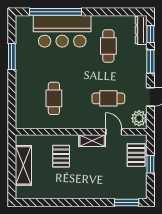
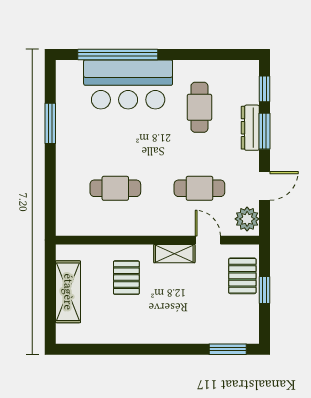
dresser: (141, 30) -> (250, 128), moved
cafe table: (54, 98) -> (115, 188), turned 90

